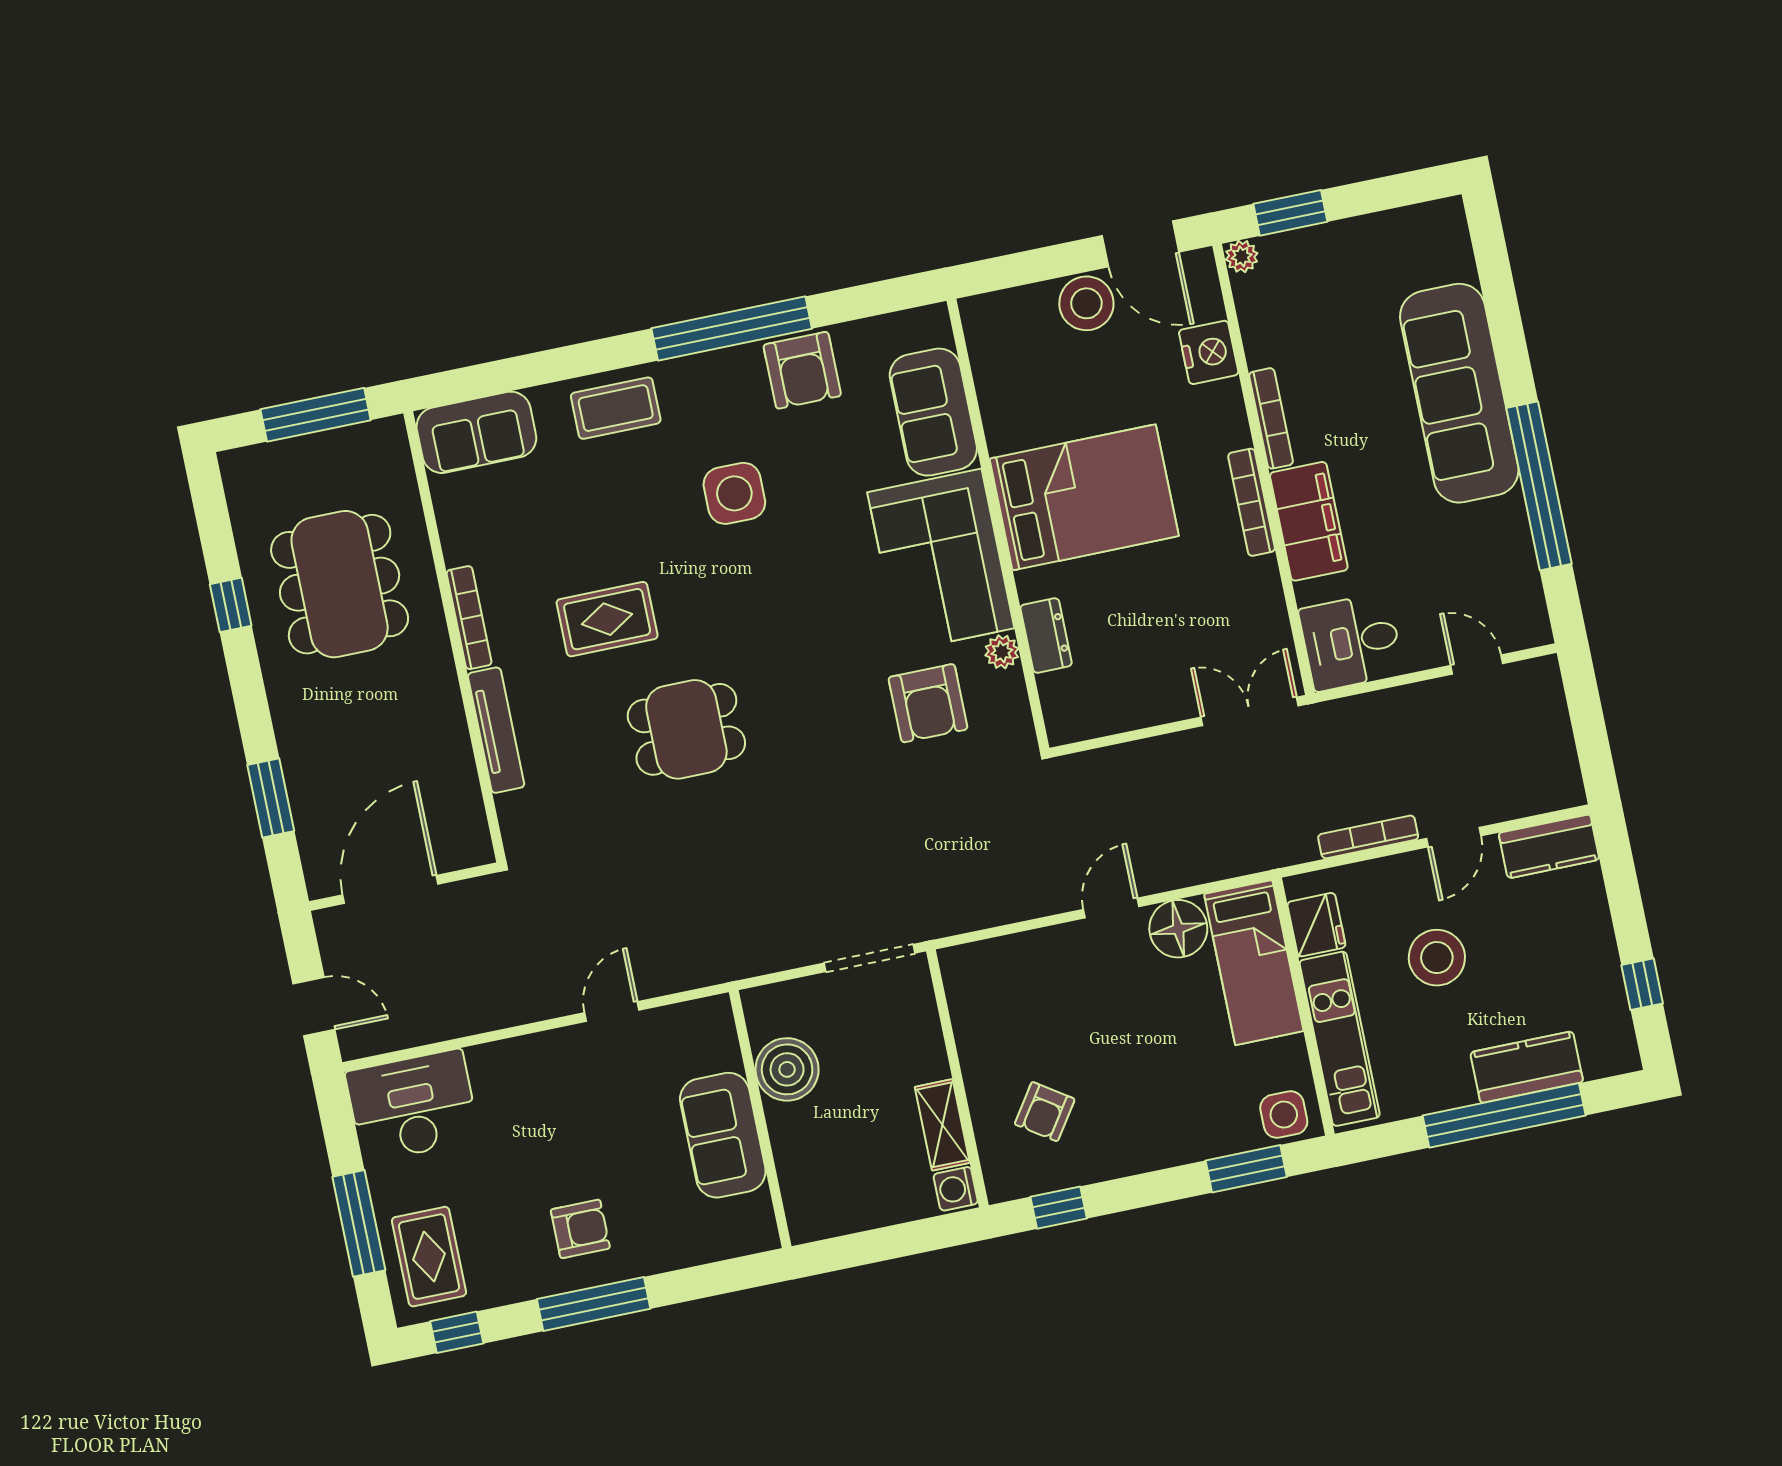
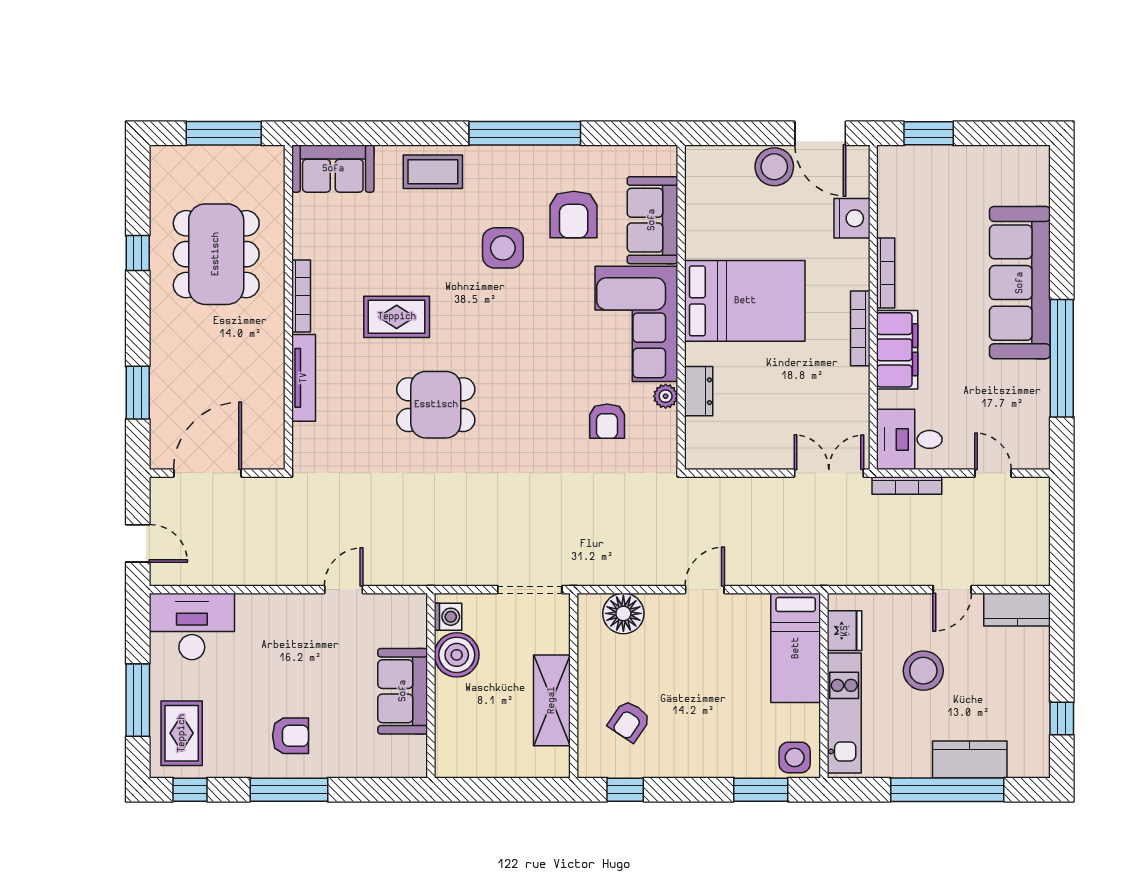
plant: (1242, 256) -> (889, 157), removed
armchair: (802, 370) -> (574, 215), moved
armchair: (928, 703) -> (607, 421), width x0.72, depth x0.72
bookcase: (1368, 837) -> (907, 486), moved, turned 180
floor lamp: (1178, 929) -> (623, 613), moved
shelving: (942, 1125) -> (552, 700), width x1.50, depth x1.33
washing machine: (956, 1189) -> (448, 617), moved, turned 180

